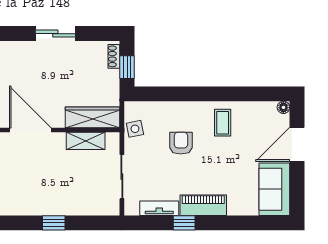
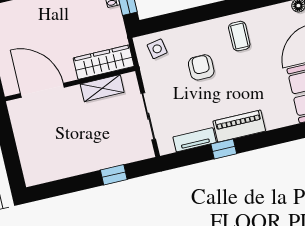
side table: (135, 129) -> (157, 49), moved
window: (54, 223) -> (114, 175), moved

